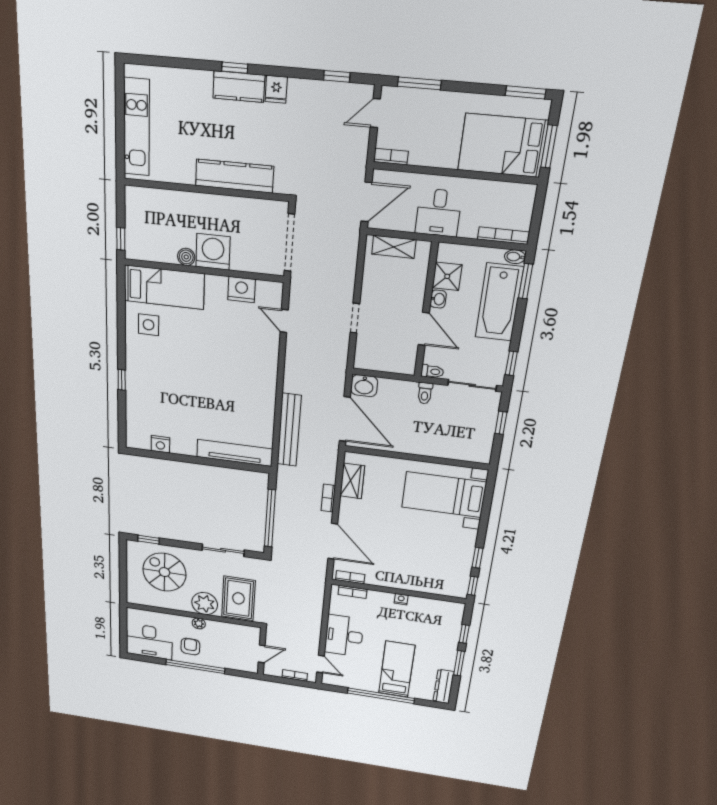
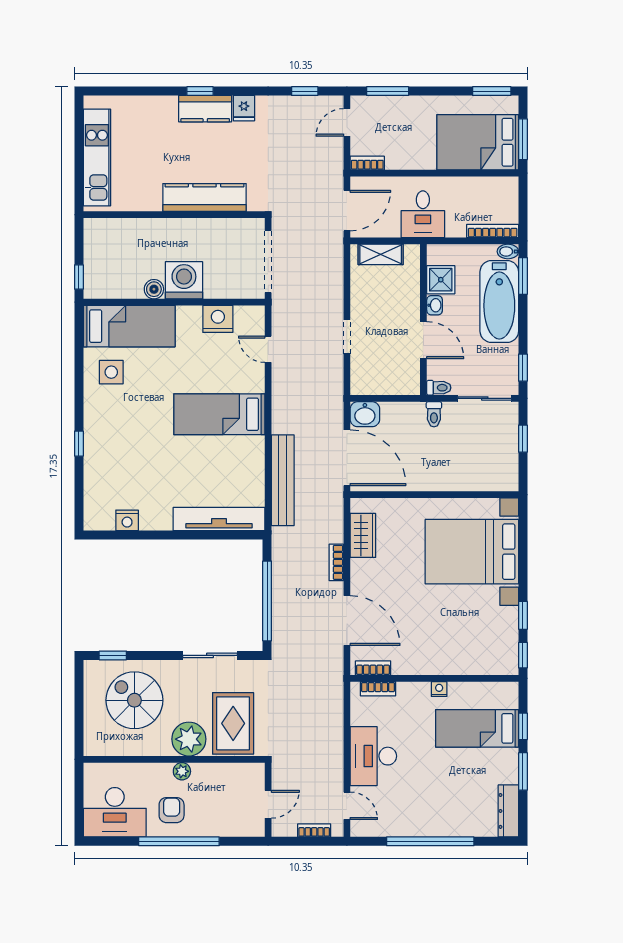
bed: (239, 371) -> (219, 414), added
bed with nightstands: (444, 495) -> (472, 552), width x1.36
bed: (397, 669) -> (477, 728), moved, turned -90

